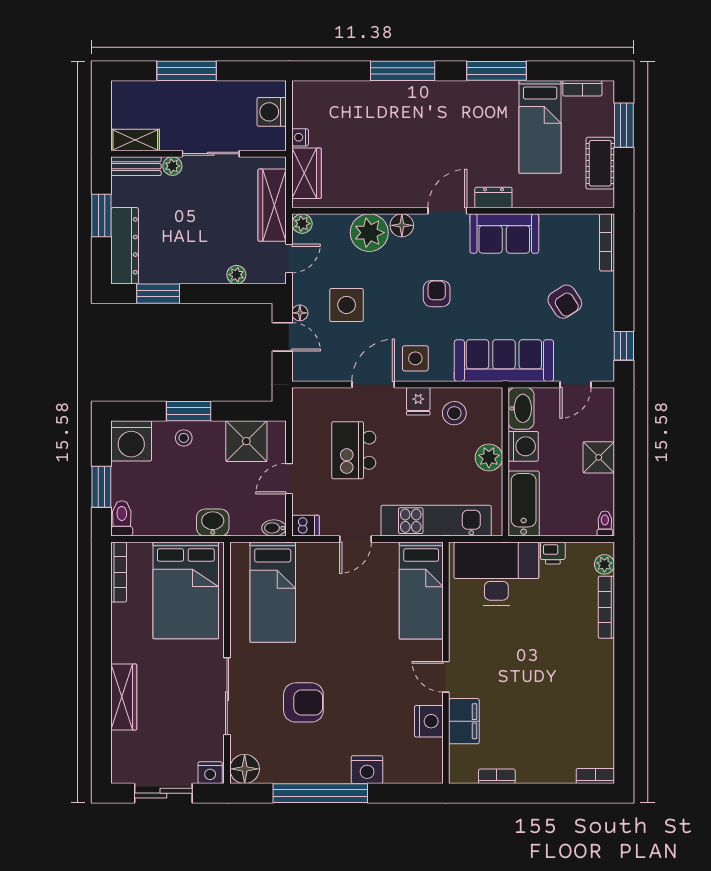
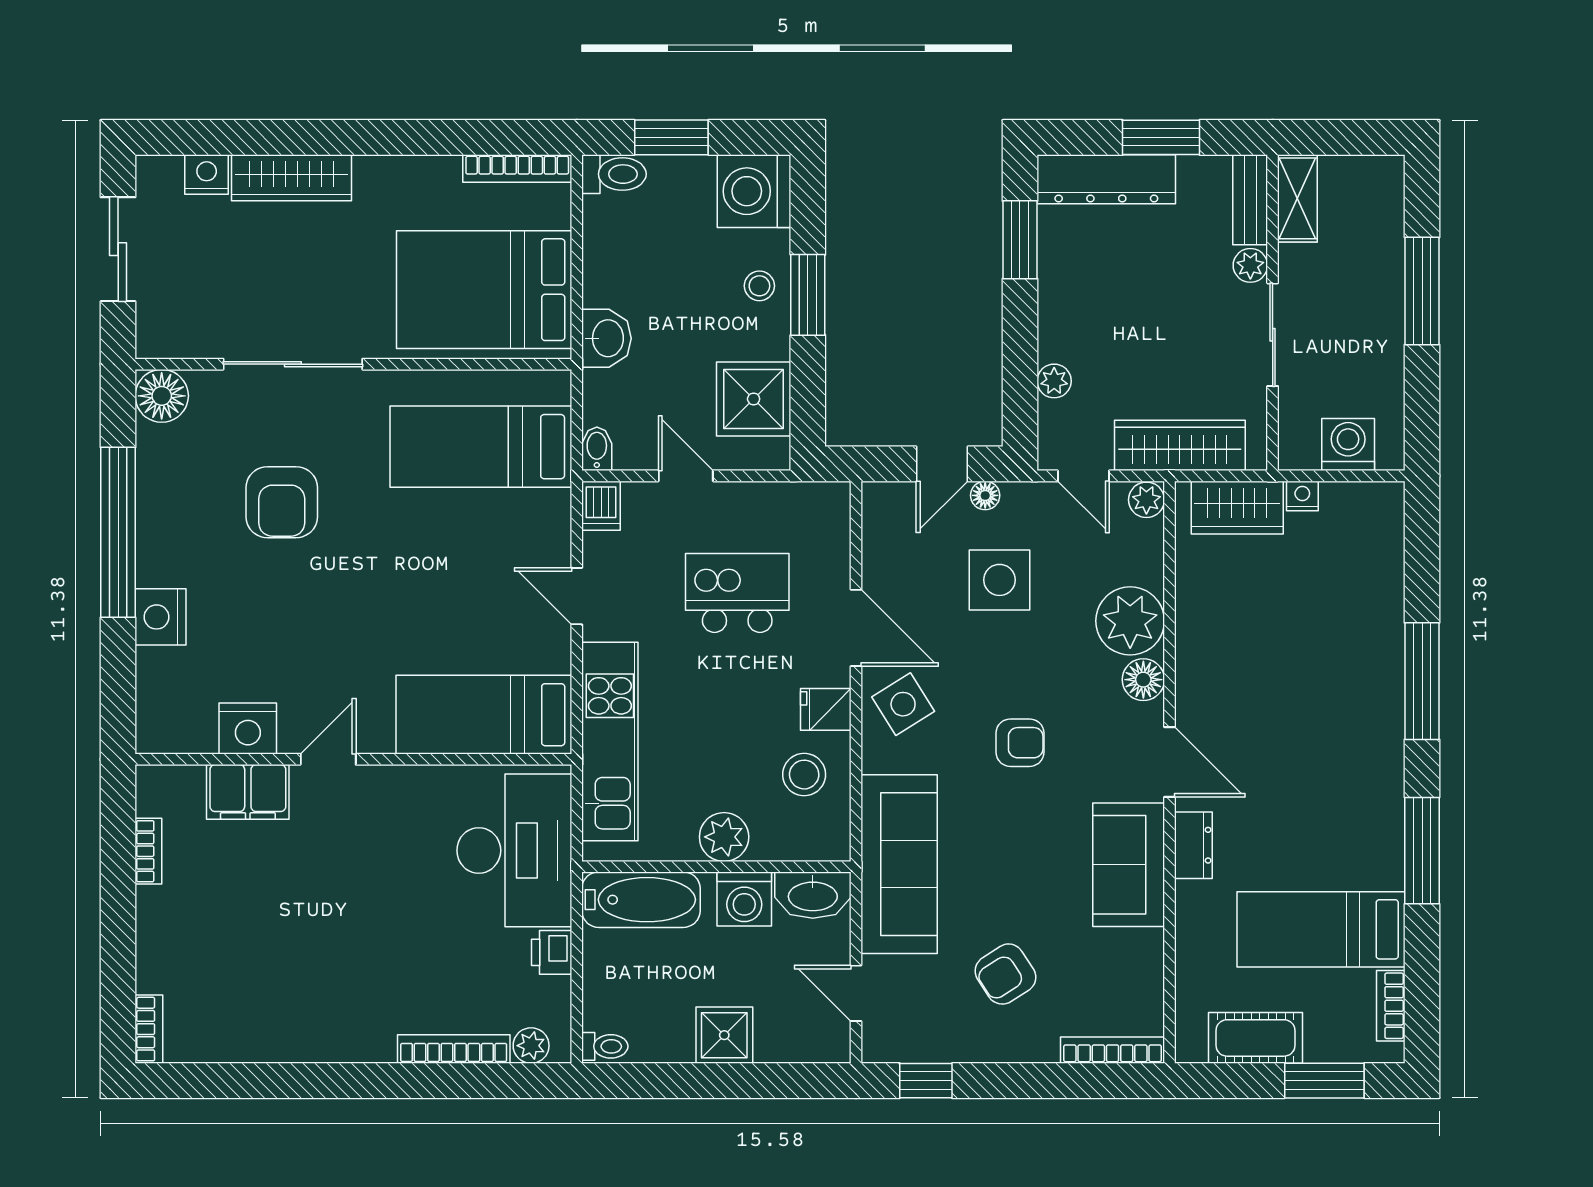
side table: (415, 358) -> (903, 704), turned -32
nightstand: (210, 773) -> (207, 174), moved, turned 90

